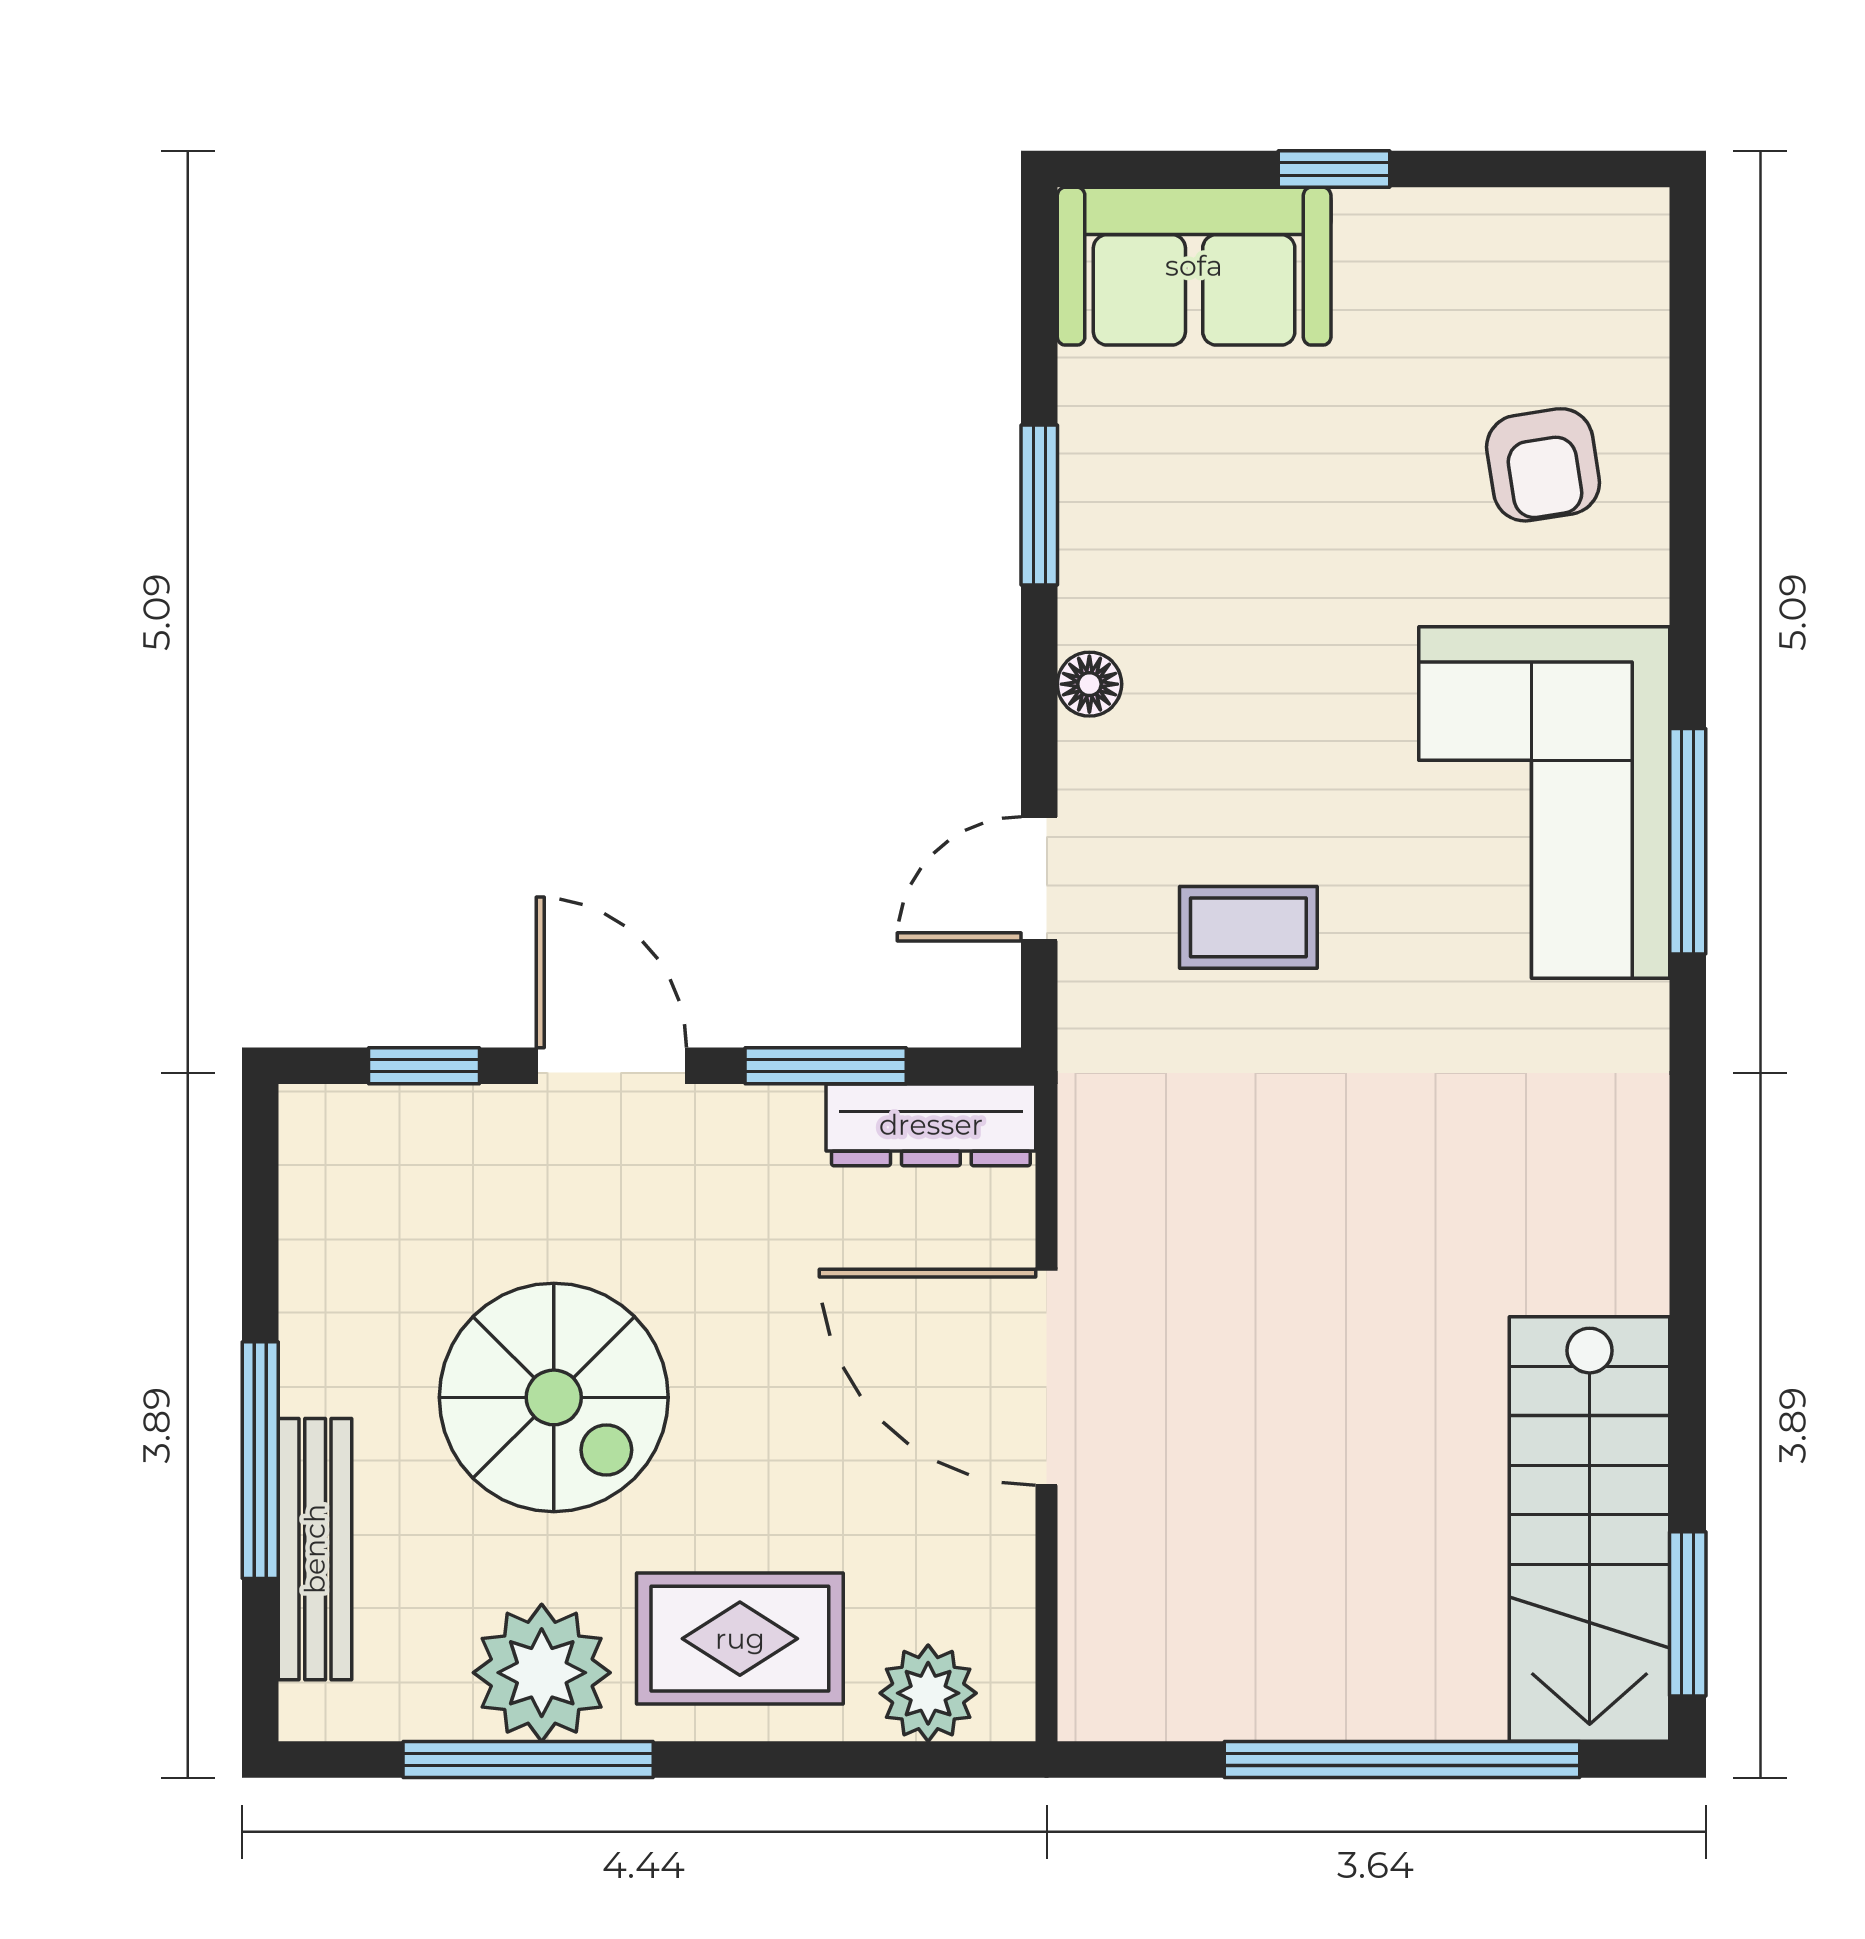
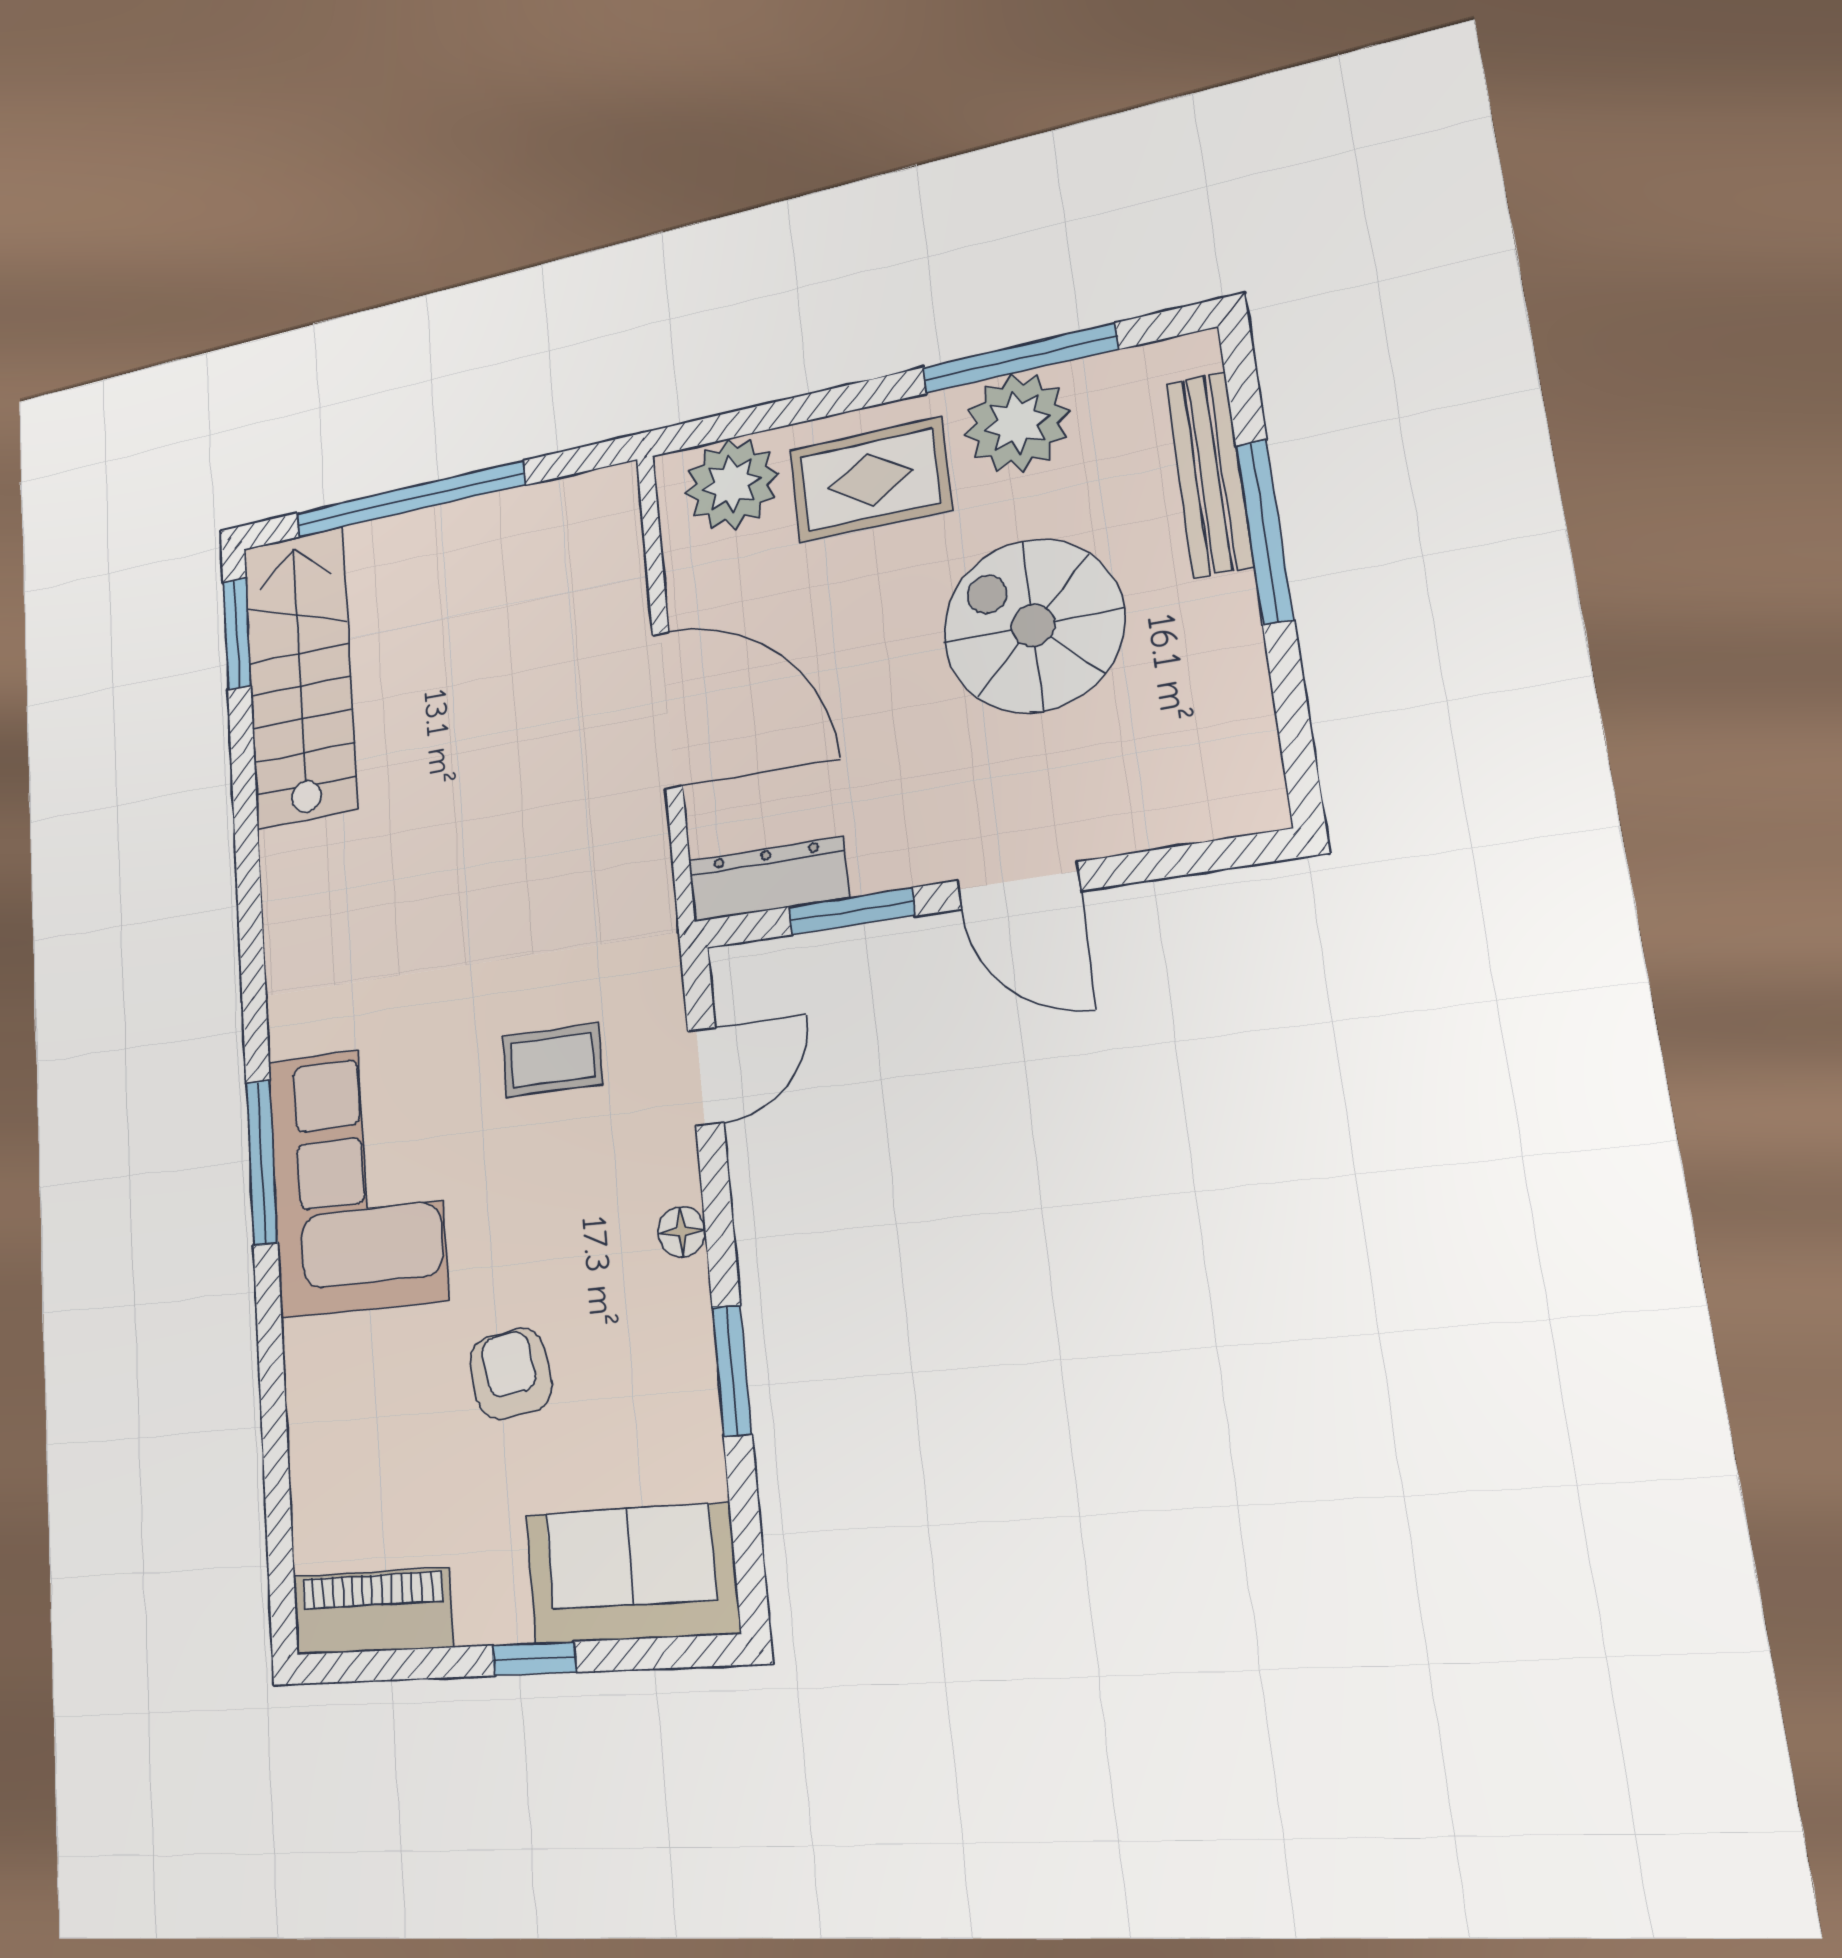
piano: (1555, 237) -> (373, 1611), added
armchair: (1543, 465) -> (511, 1374), moved
window: (424, 1066) -> (1172, 862), removed
plant: (928, 1693) -> (732, 484), width x1.36, depth x1.36

